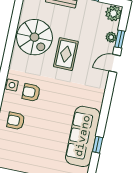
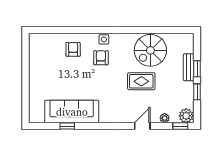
window: (120, 39) -> (180, 126), moved
door: (115, 63) -> (142, 126), hinge flipped

